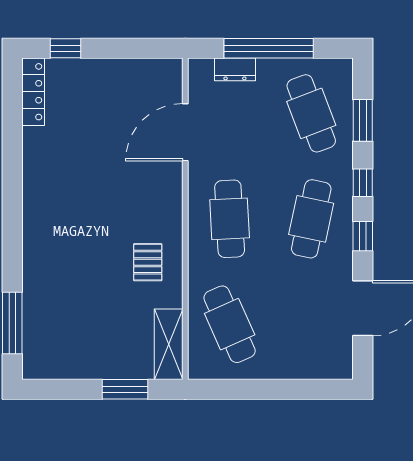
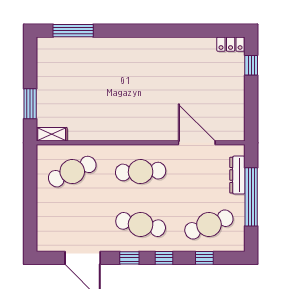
dresser: (235, 69) -> (237, 175), width x1.44
locker: (33, 92) -> (231, 44), width x0.66
window: (363, 120) -> (204, 258), width x0.67
pallet: (148, 262) -> (112, 119), removed
shelving: (169, 344) -> (52, 134), width x0.67, depth x0.75

